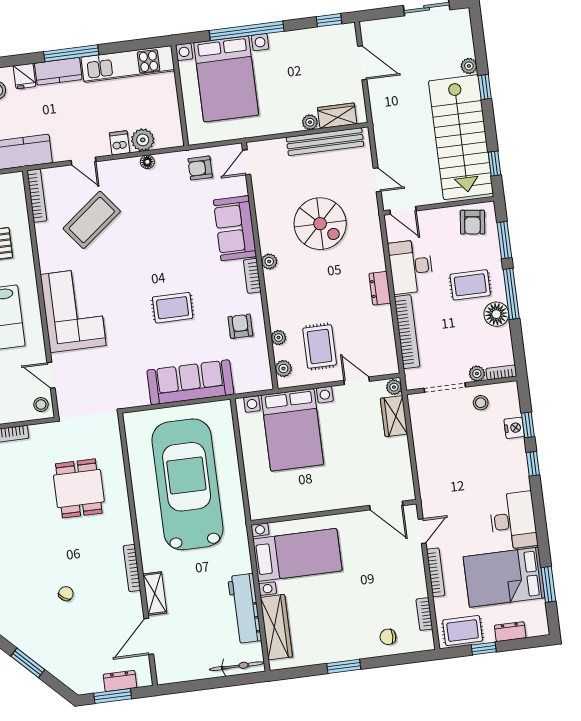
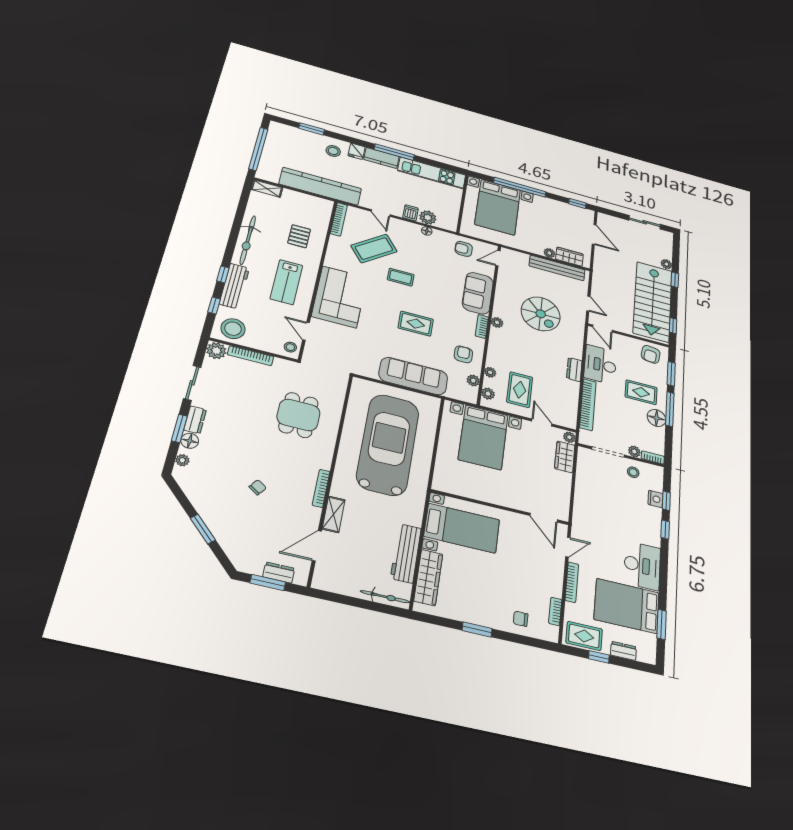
coffee table: (136, 248) -> (401, 277), added
plant: (261, 358) -> (473, 380), added

